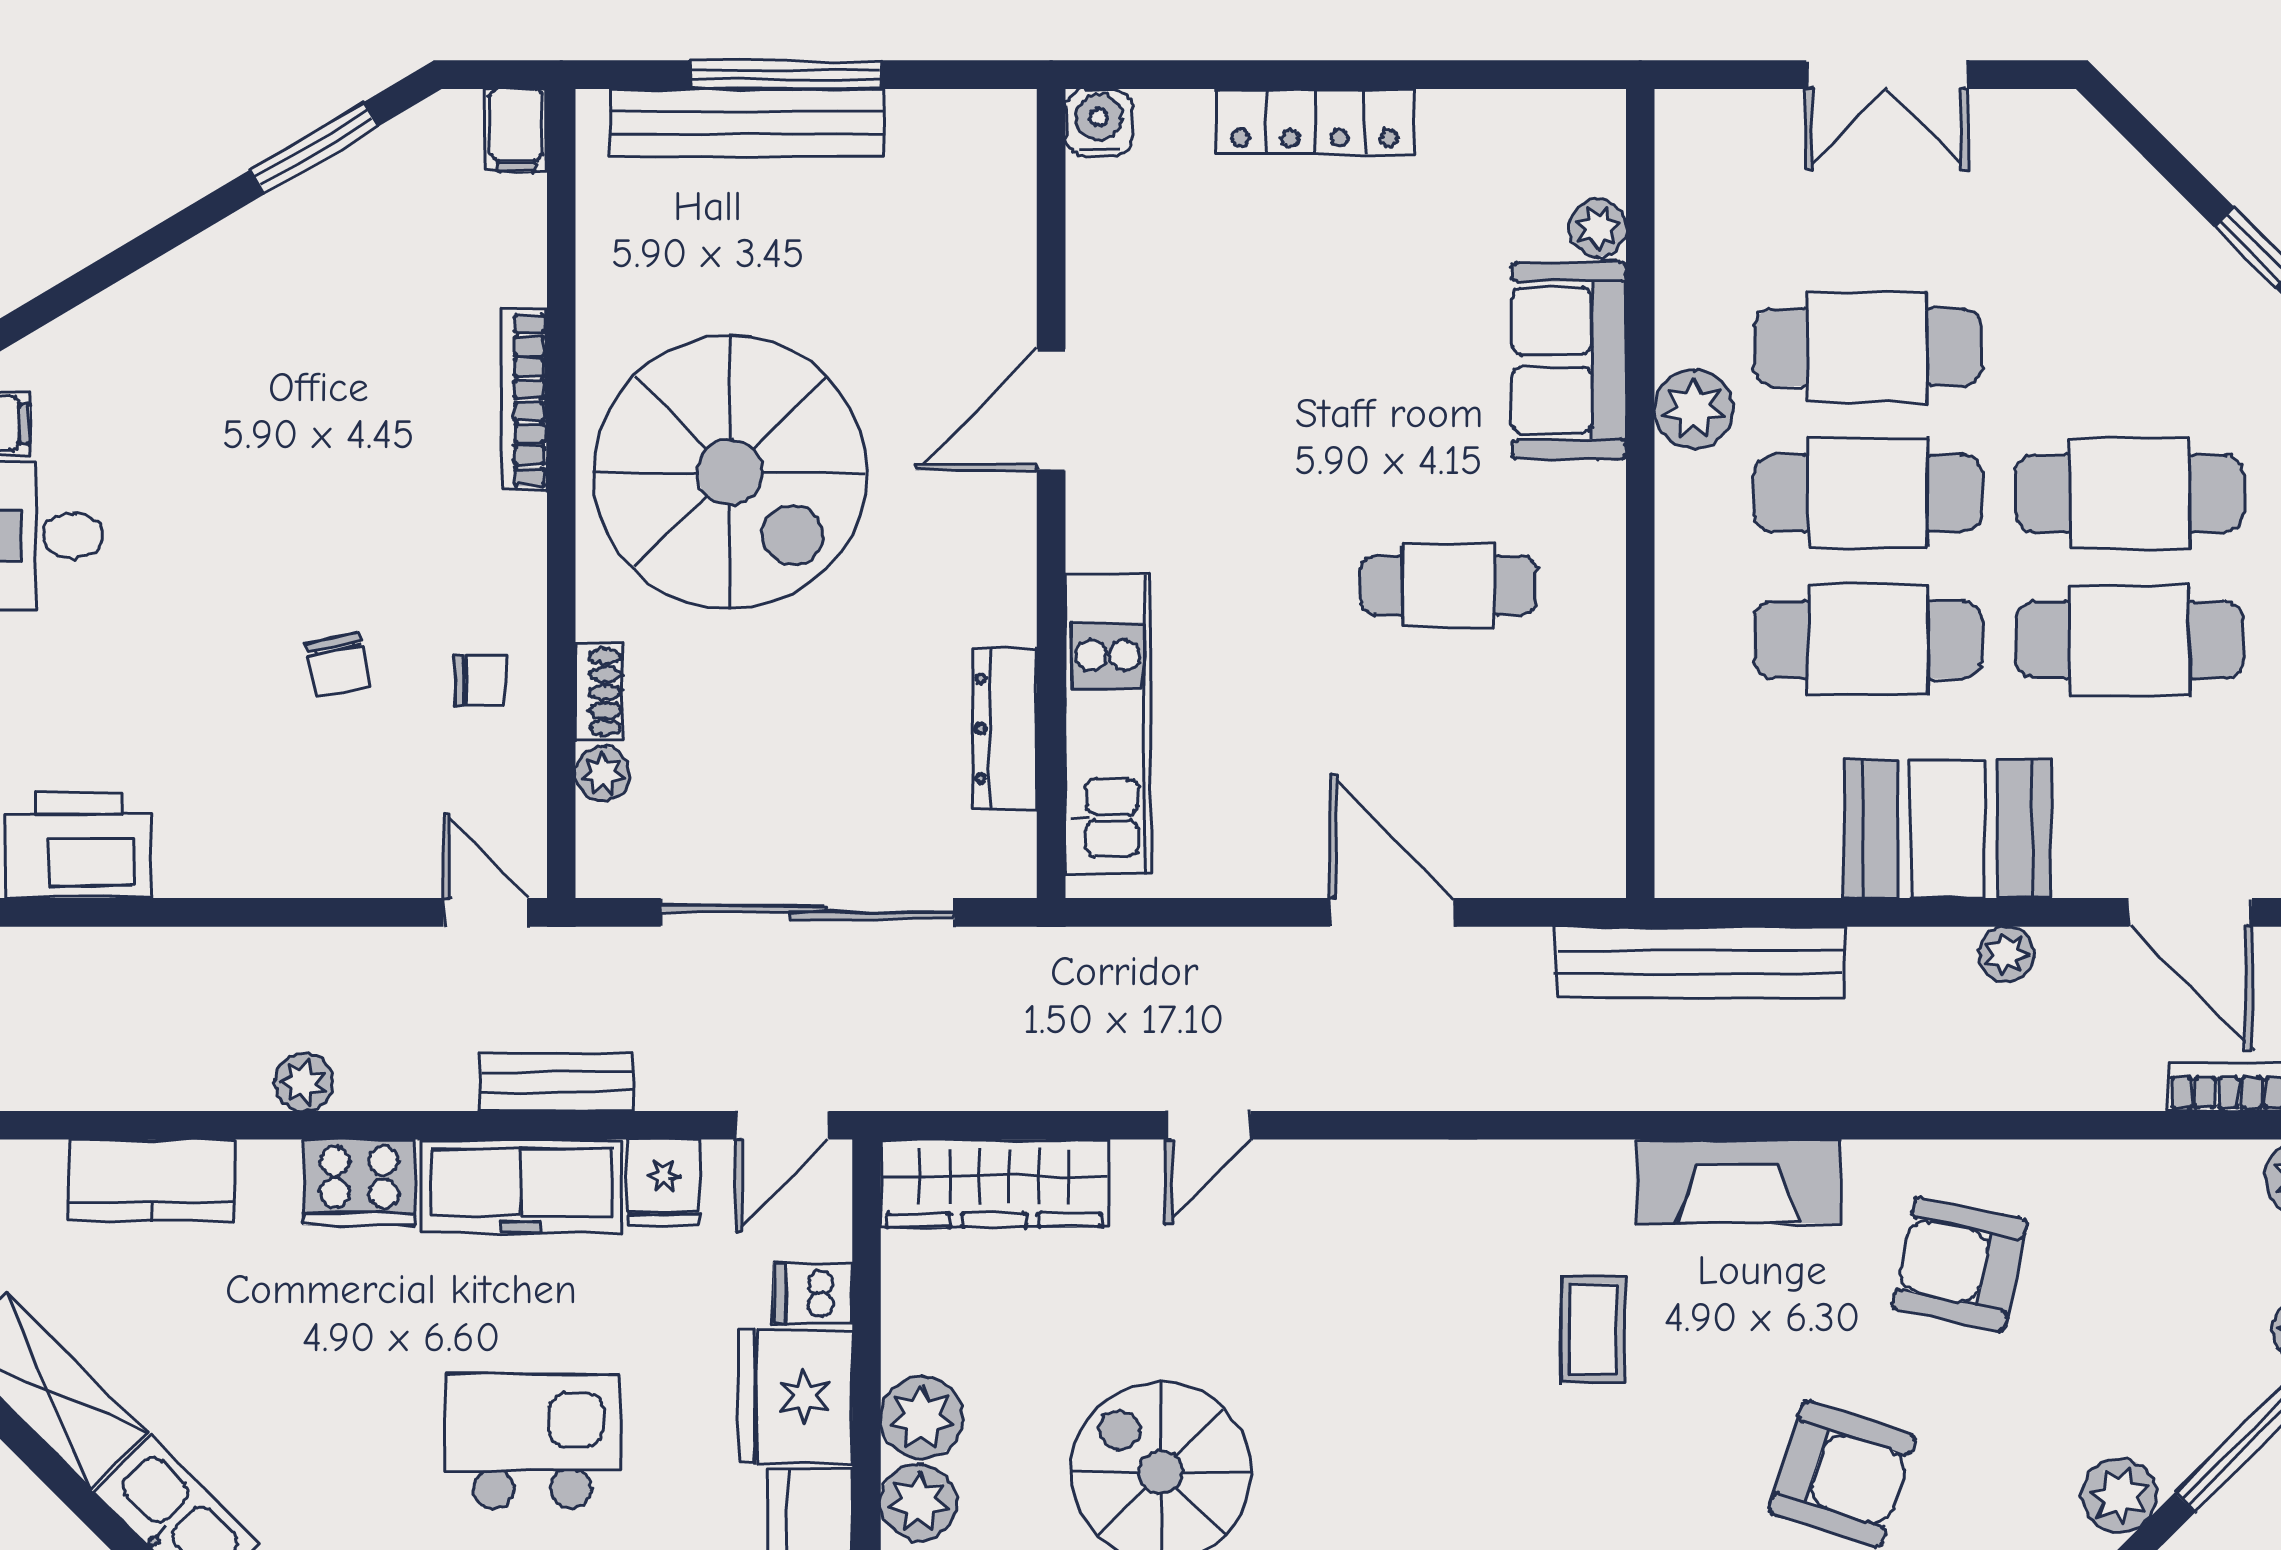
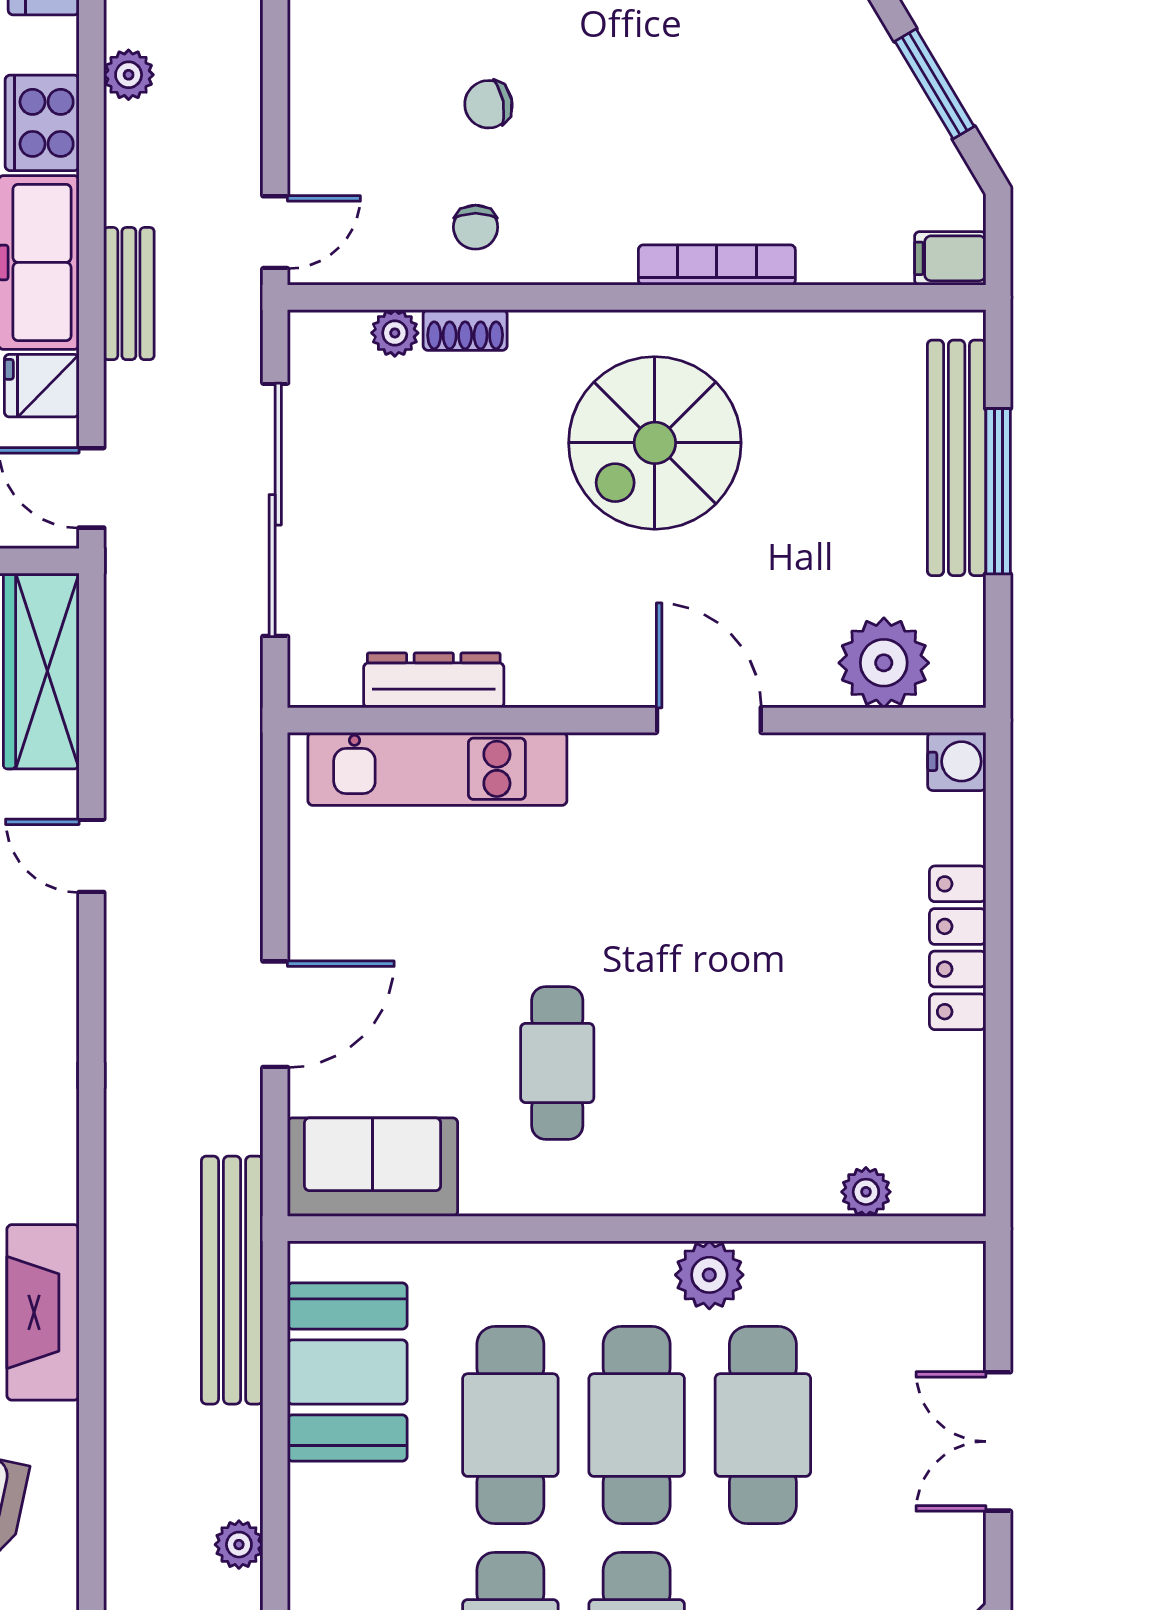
plant: (985, 207) -> (884, 663), added
sofa: (1569, 360) -> (373, 1167), moved
spiral stairs: (730, 472) -> (655, 443), width x0.73, depth x0.73
booth: (1948, 829) -> (347, 1372), moved

